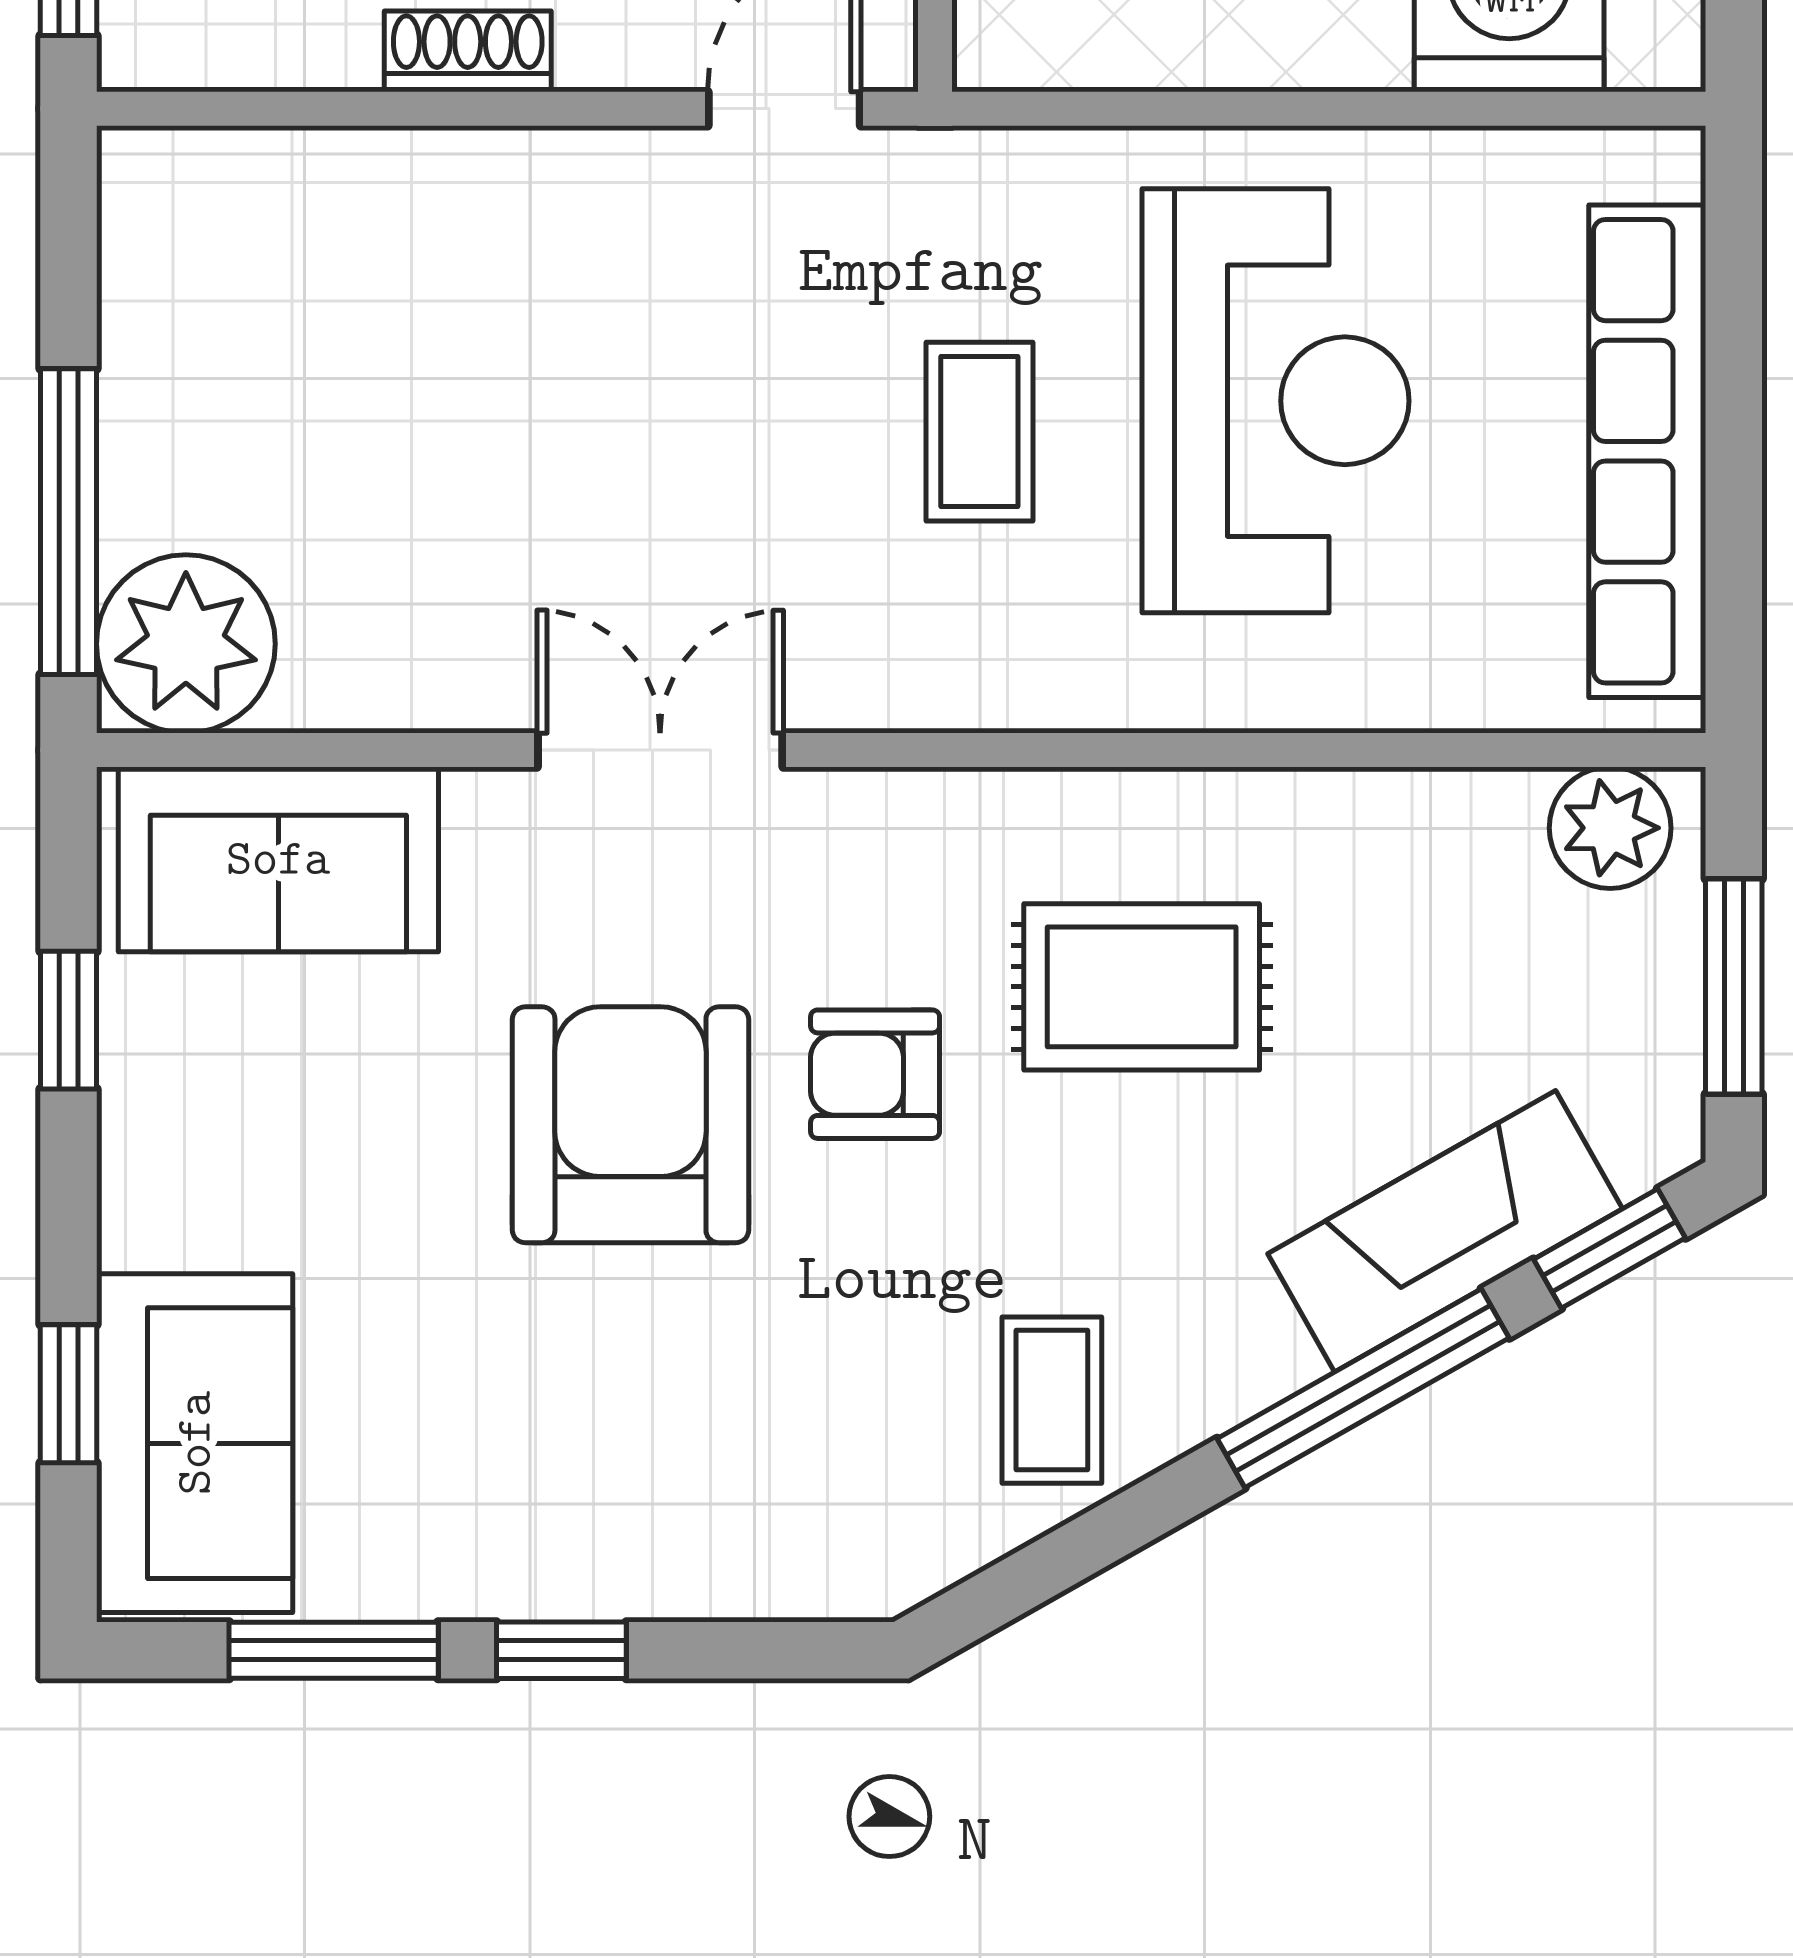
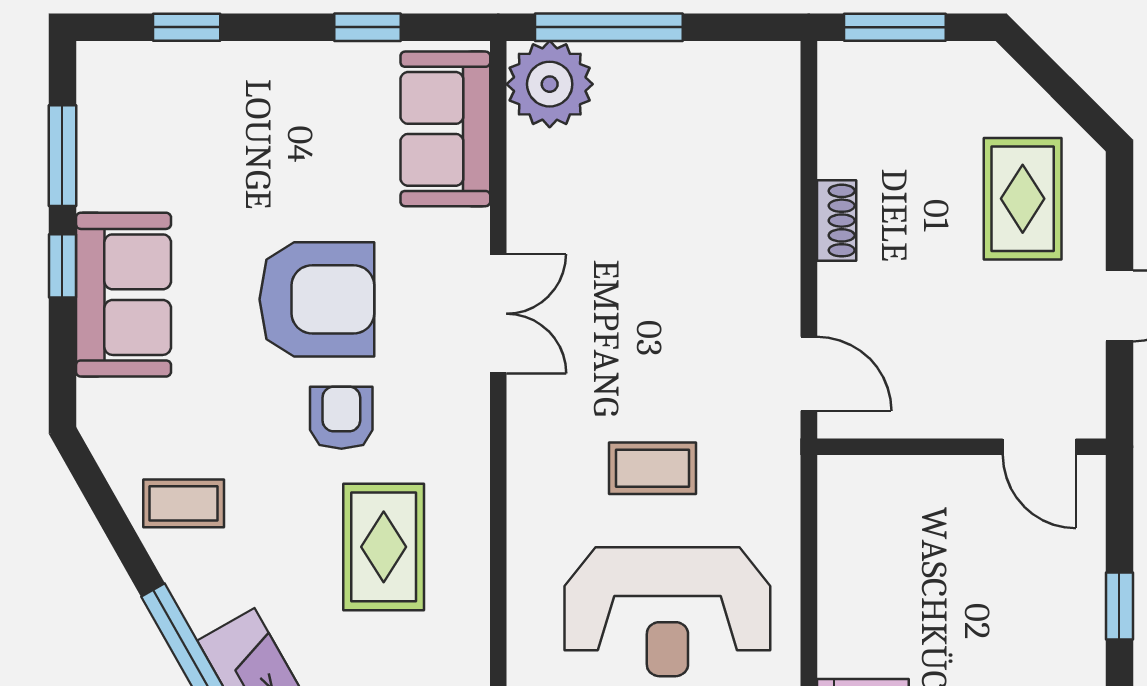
sofa: (195, 1443) -> (123, 295), moved, turned -90

